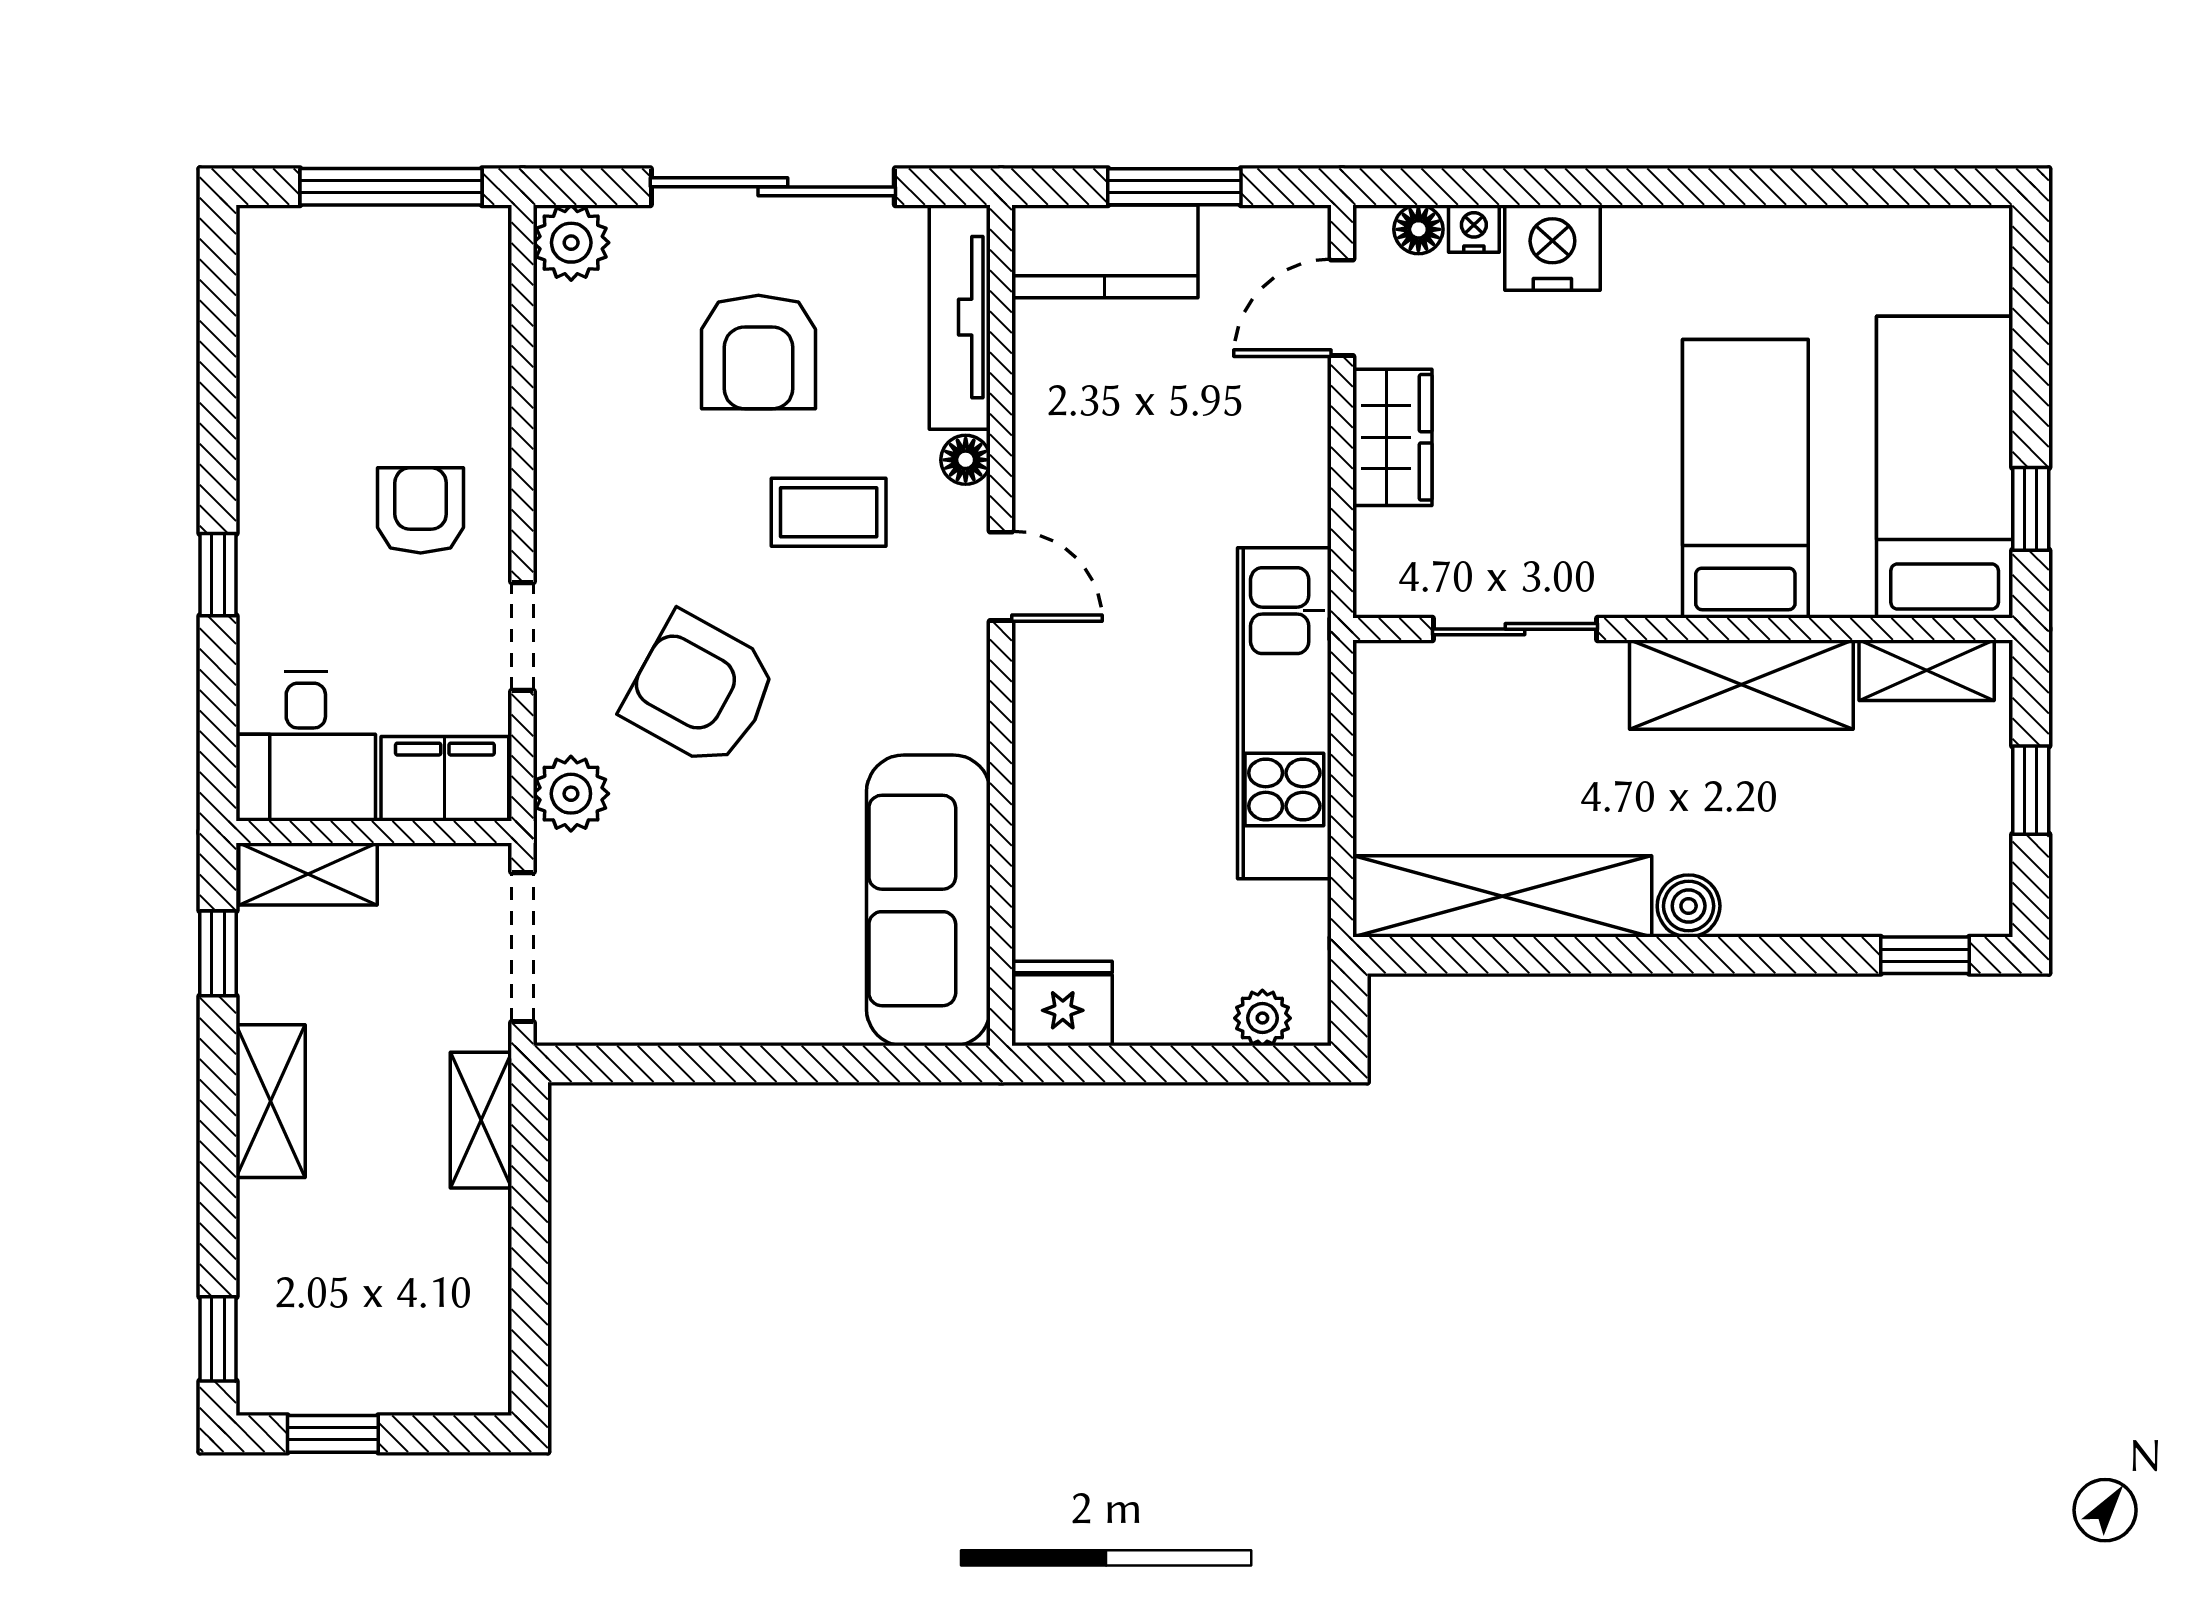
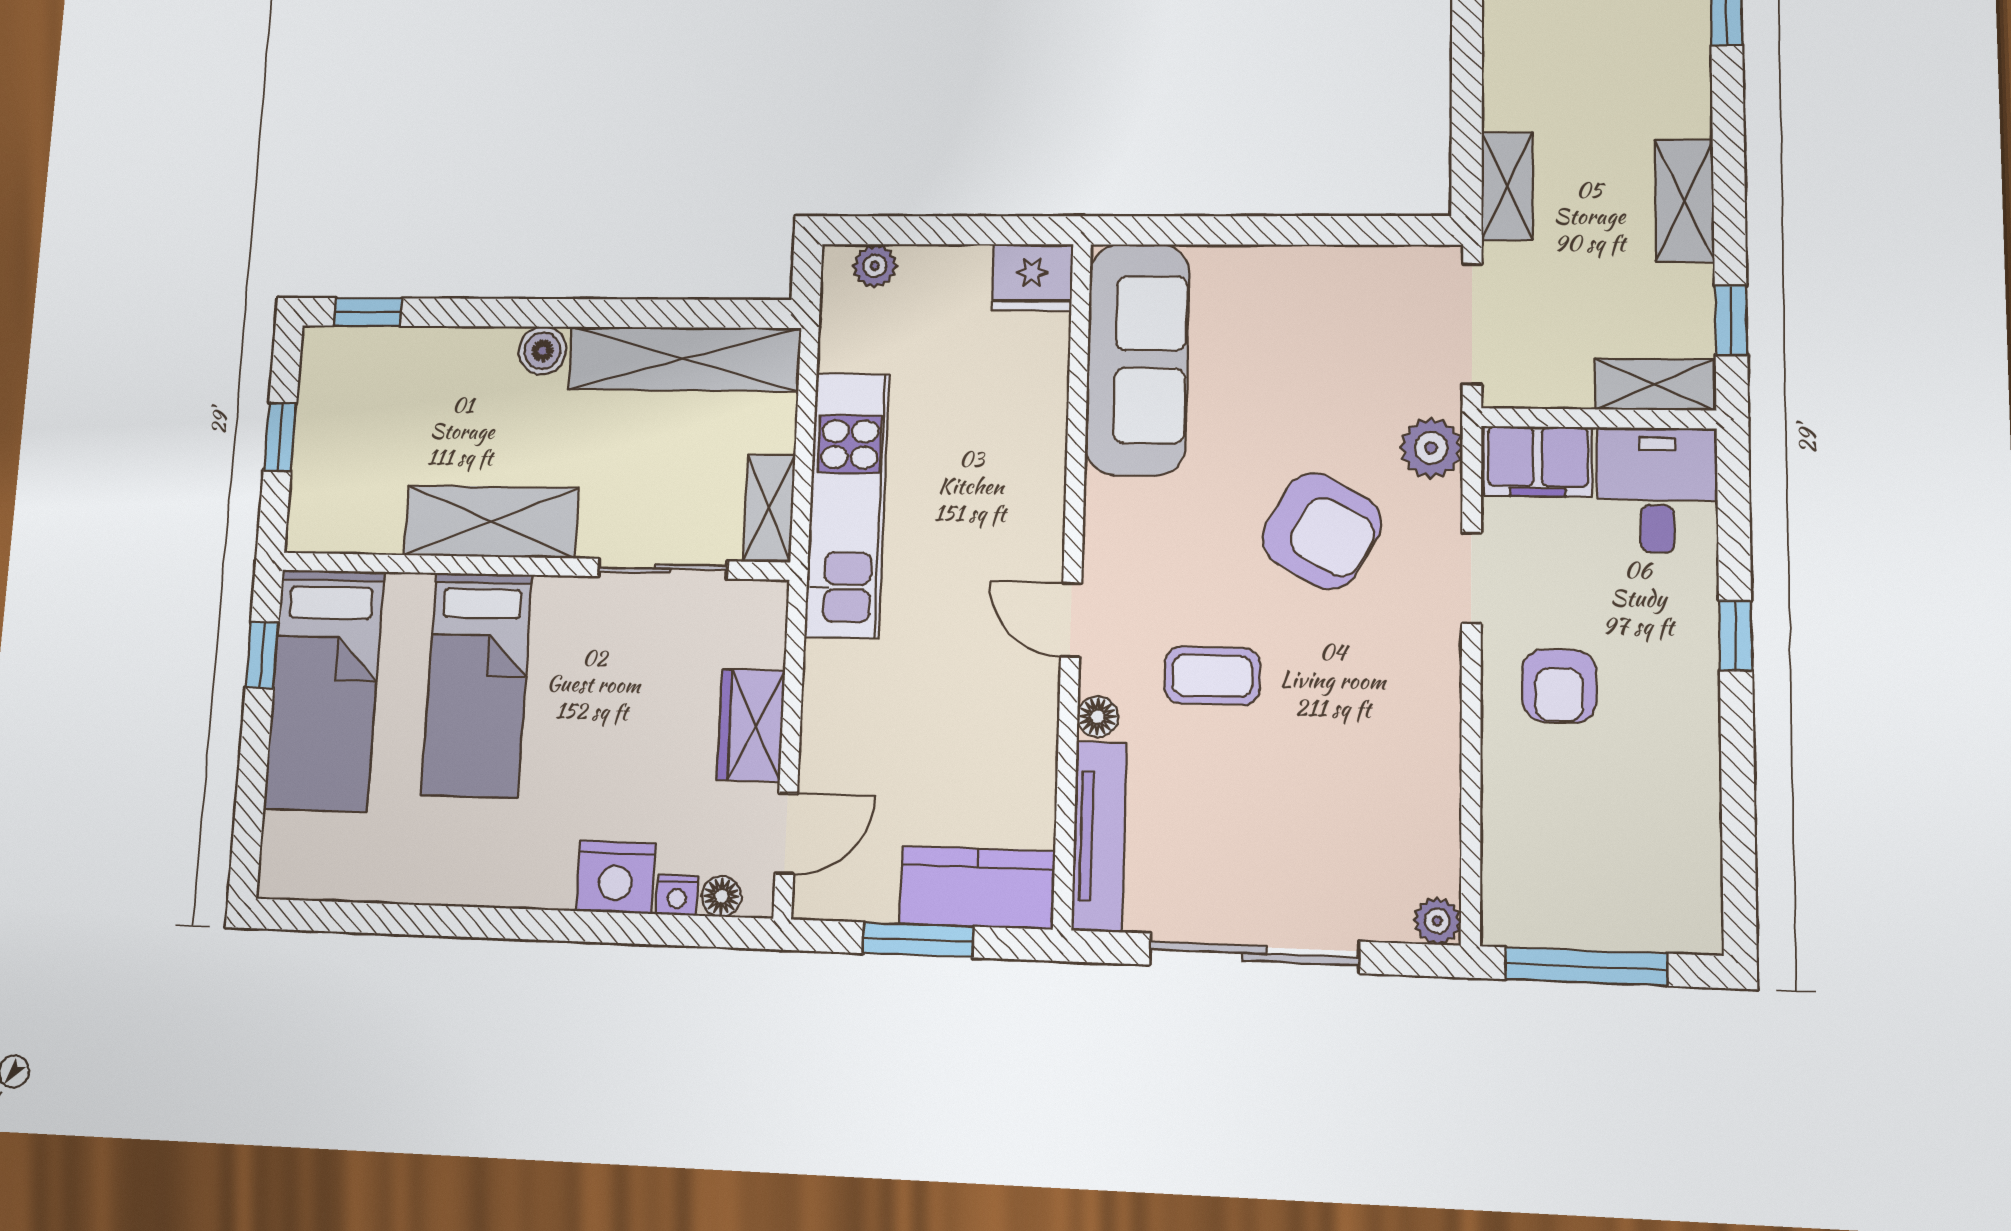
plant: (571, 243) -> (1437, 921), width x0.73, depth x0.73
armchair: (758, 352) -> (1269, 812), removed
shelving: (1927, 670) -> (769, 508), moved, turned 90

